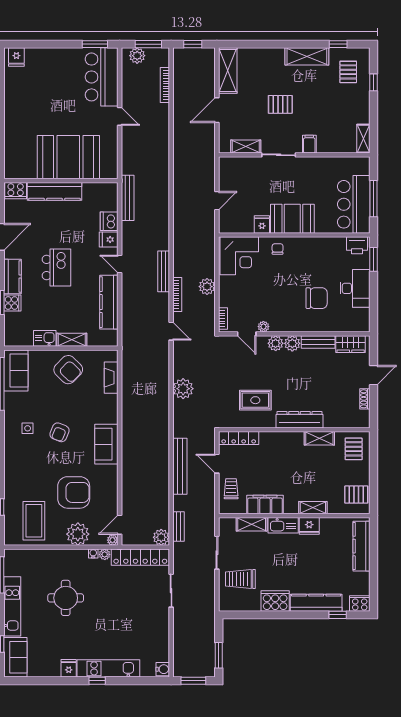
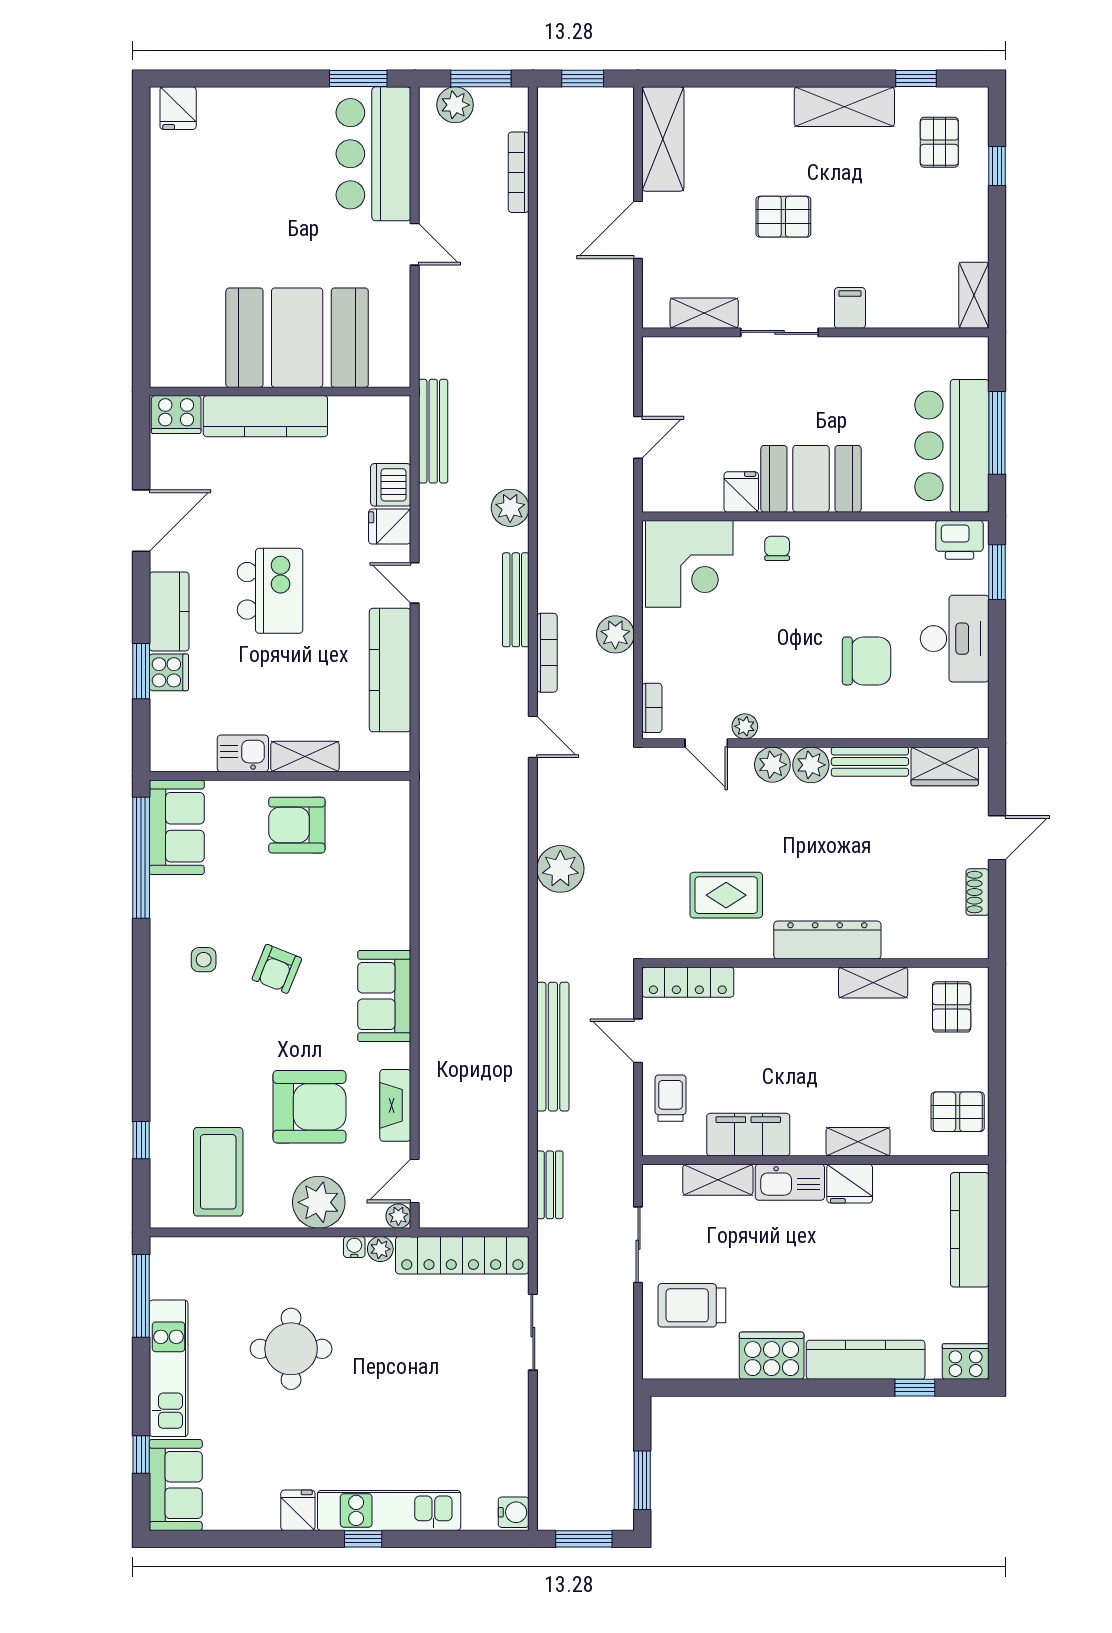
armchair: (68, 370) -> (297, 825), turned 136
fireplace: (111, 378) -> (395, 1105), moved
plant: (161, 537) -> (510, 508), moved

